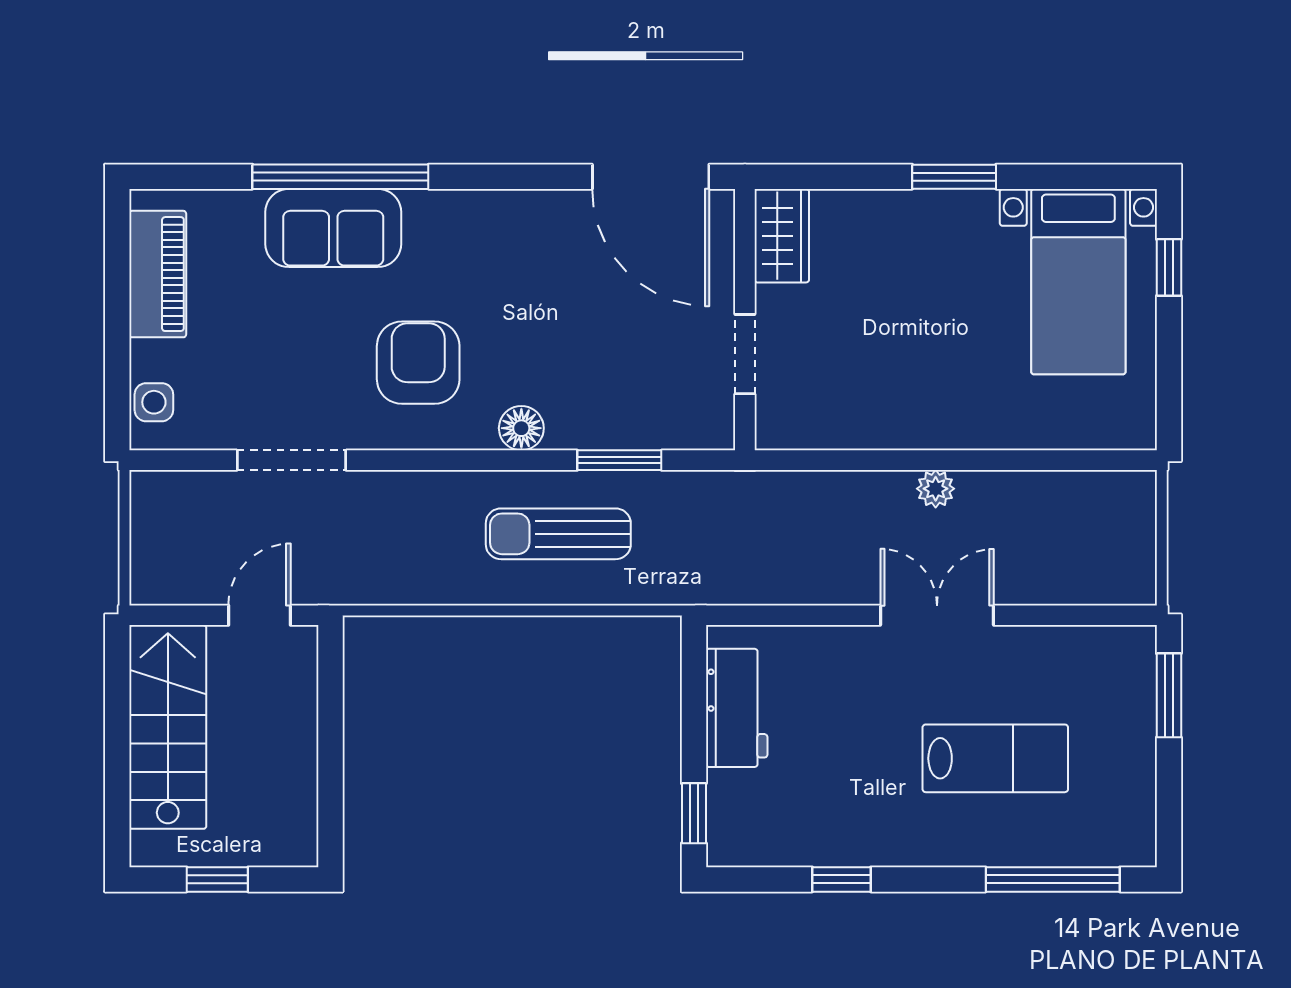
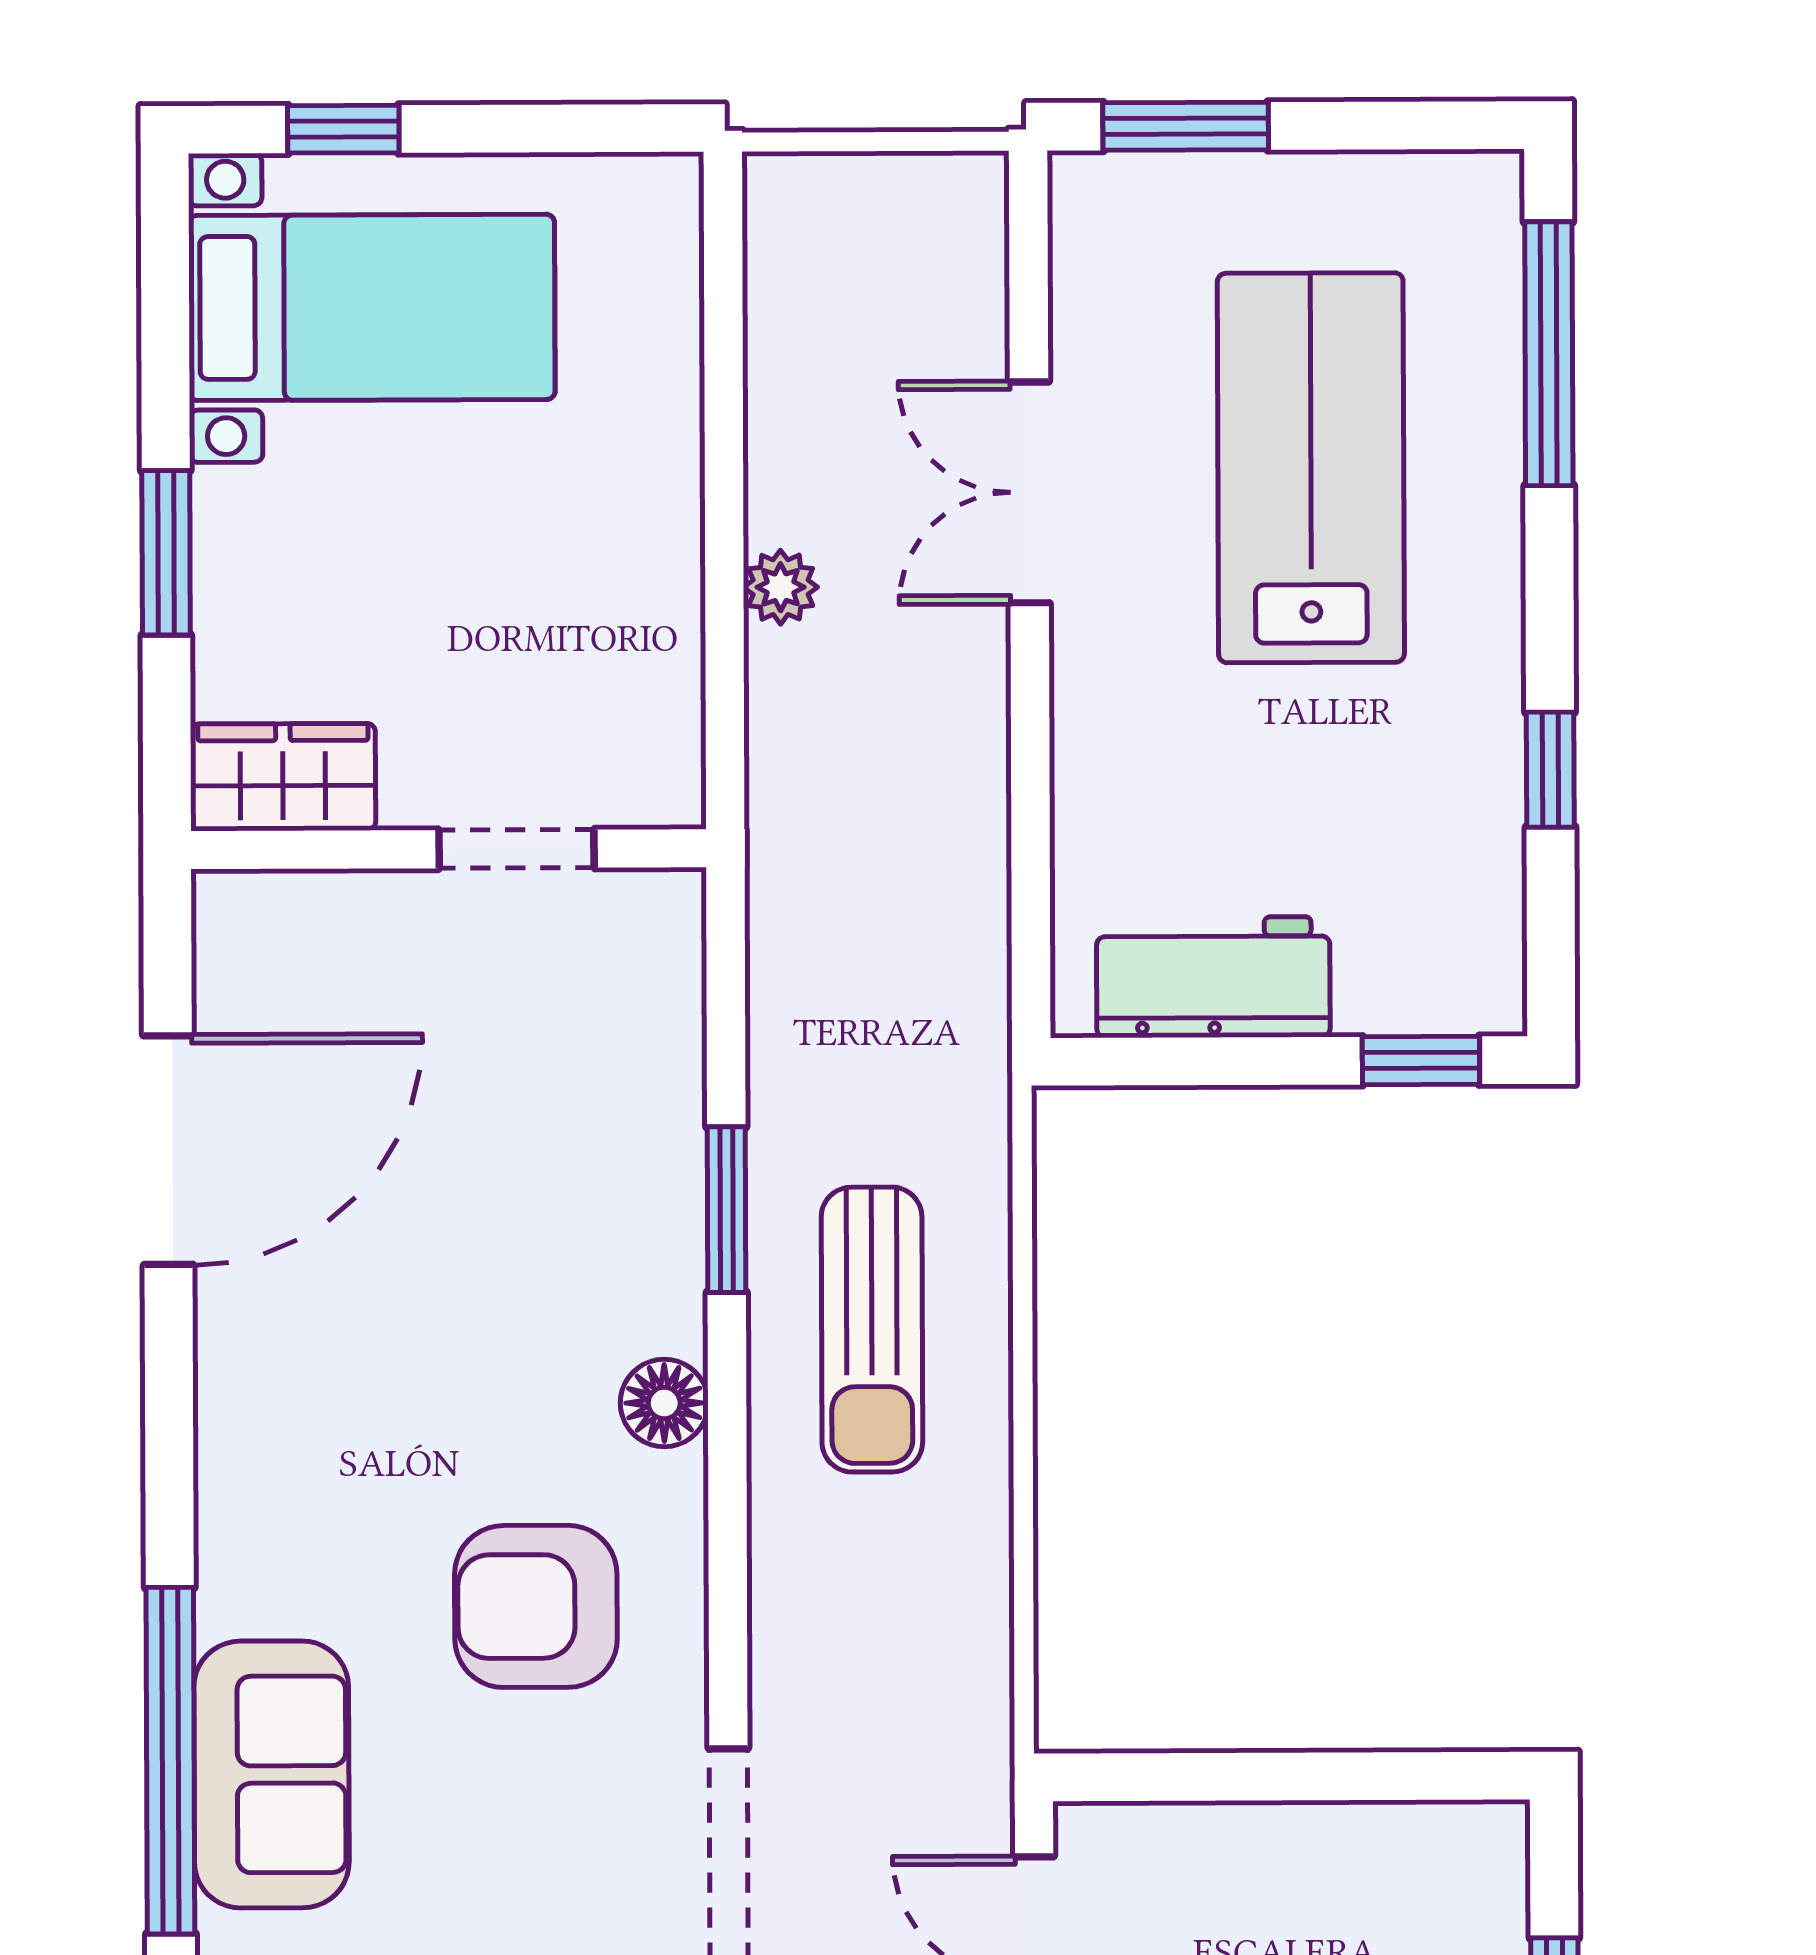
wardrobe: (782, 236) -> (283, 777), moved
wall: (745, 320) -> (449, 849), moved
doorway: (745, 354) -> (517, 849), moved
double door: (937, 615) -> (1029, 492), moved
lab bench: (995, 758) -> (1311, 468), width x1.36, depth x1.39

